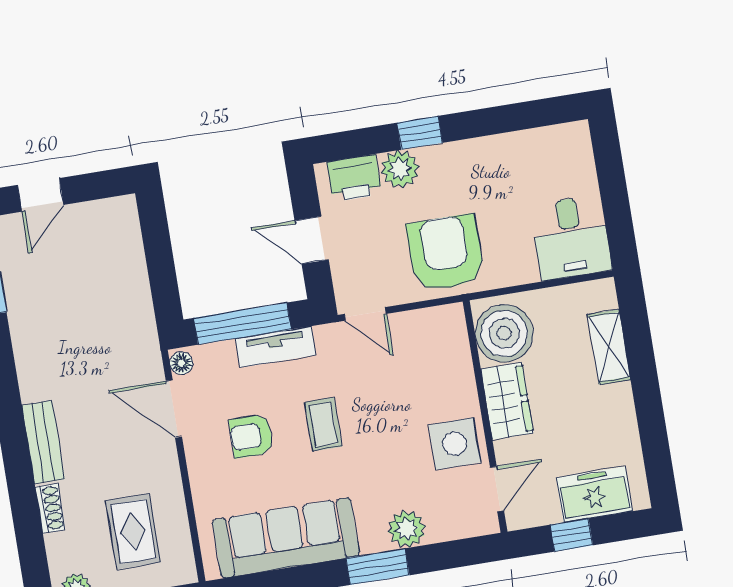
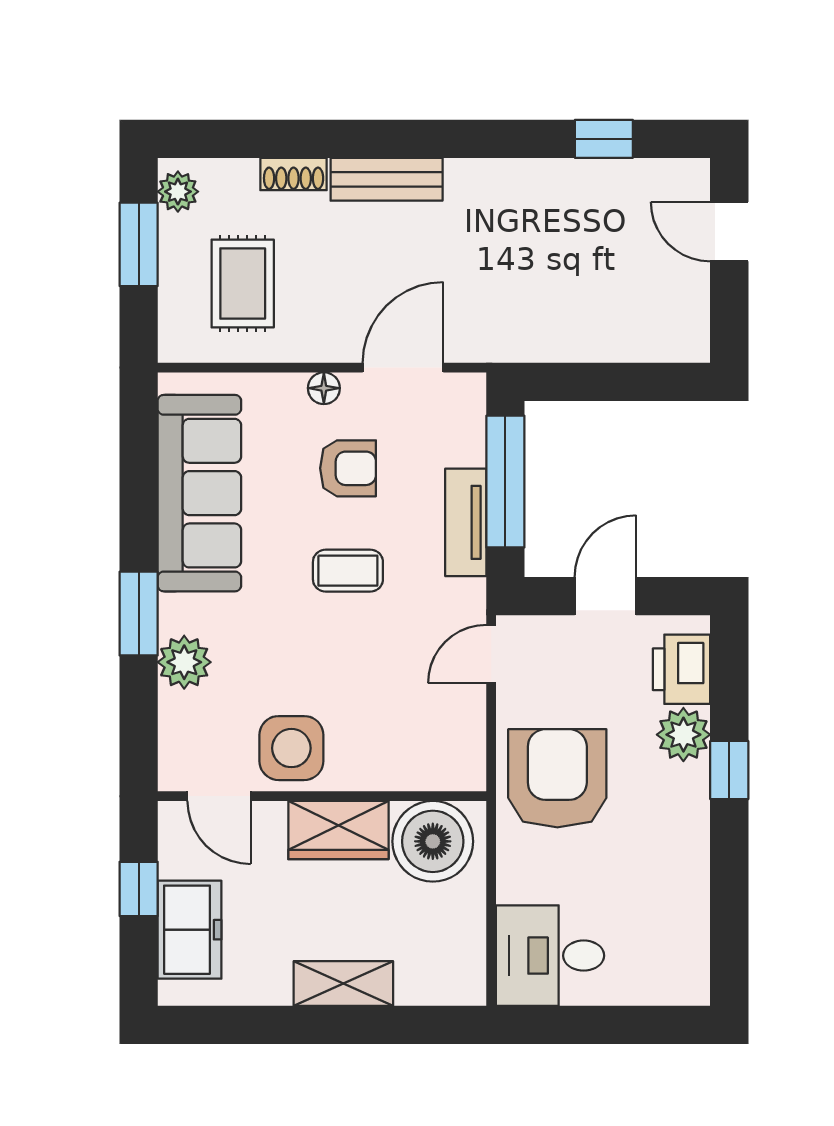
armchair: (445, 253) -> (557, 778), turned -90
shelving: (609, 347) -> (343, 983), moved
floor lamp: (181, 363) -> (324, 388), moved
armchair: (251, 436) -> (348, 468), turned 90
rug: (133, 532) -> (243, 284), turned 90

